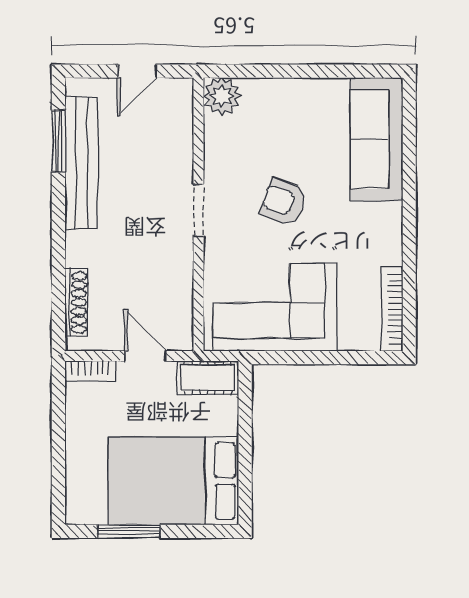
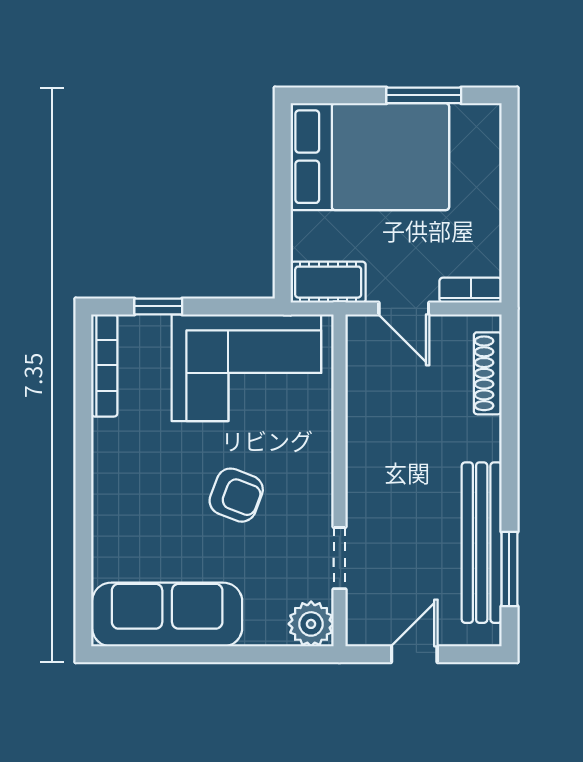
sofa: (377, 139) -> (167, 615), moved, turned -90
doorway: (198, 210) -> (339, 558), moved
window: (348, 358) -> (158, 306), added

